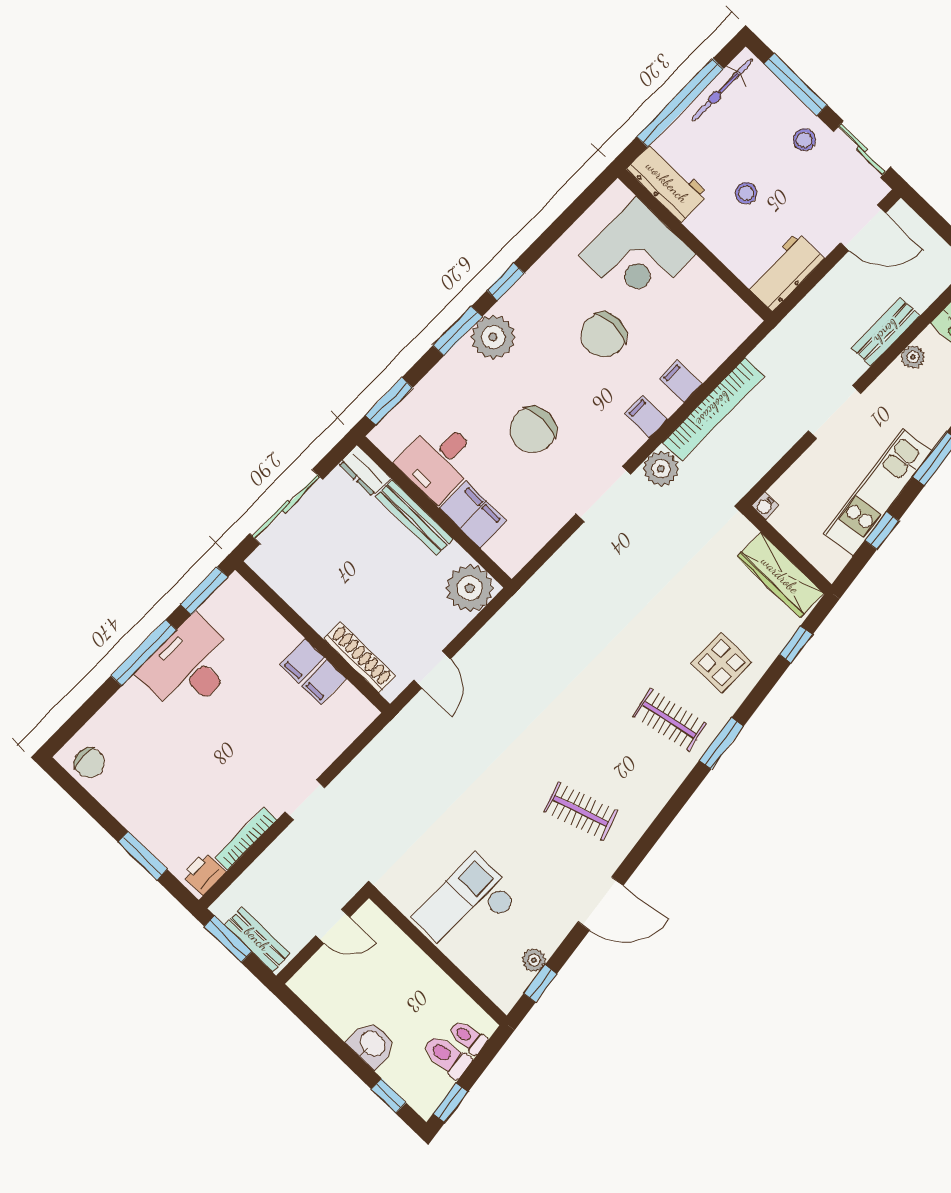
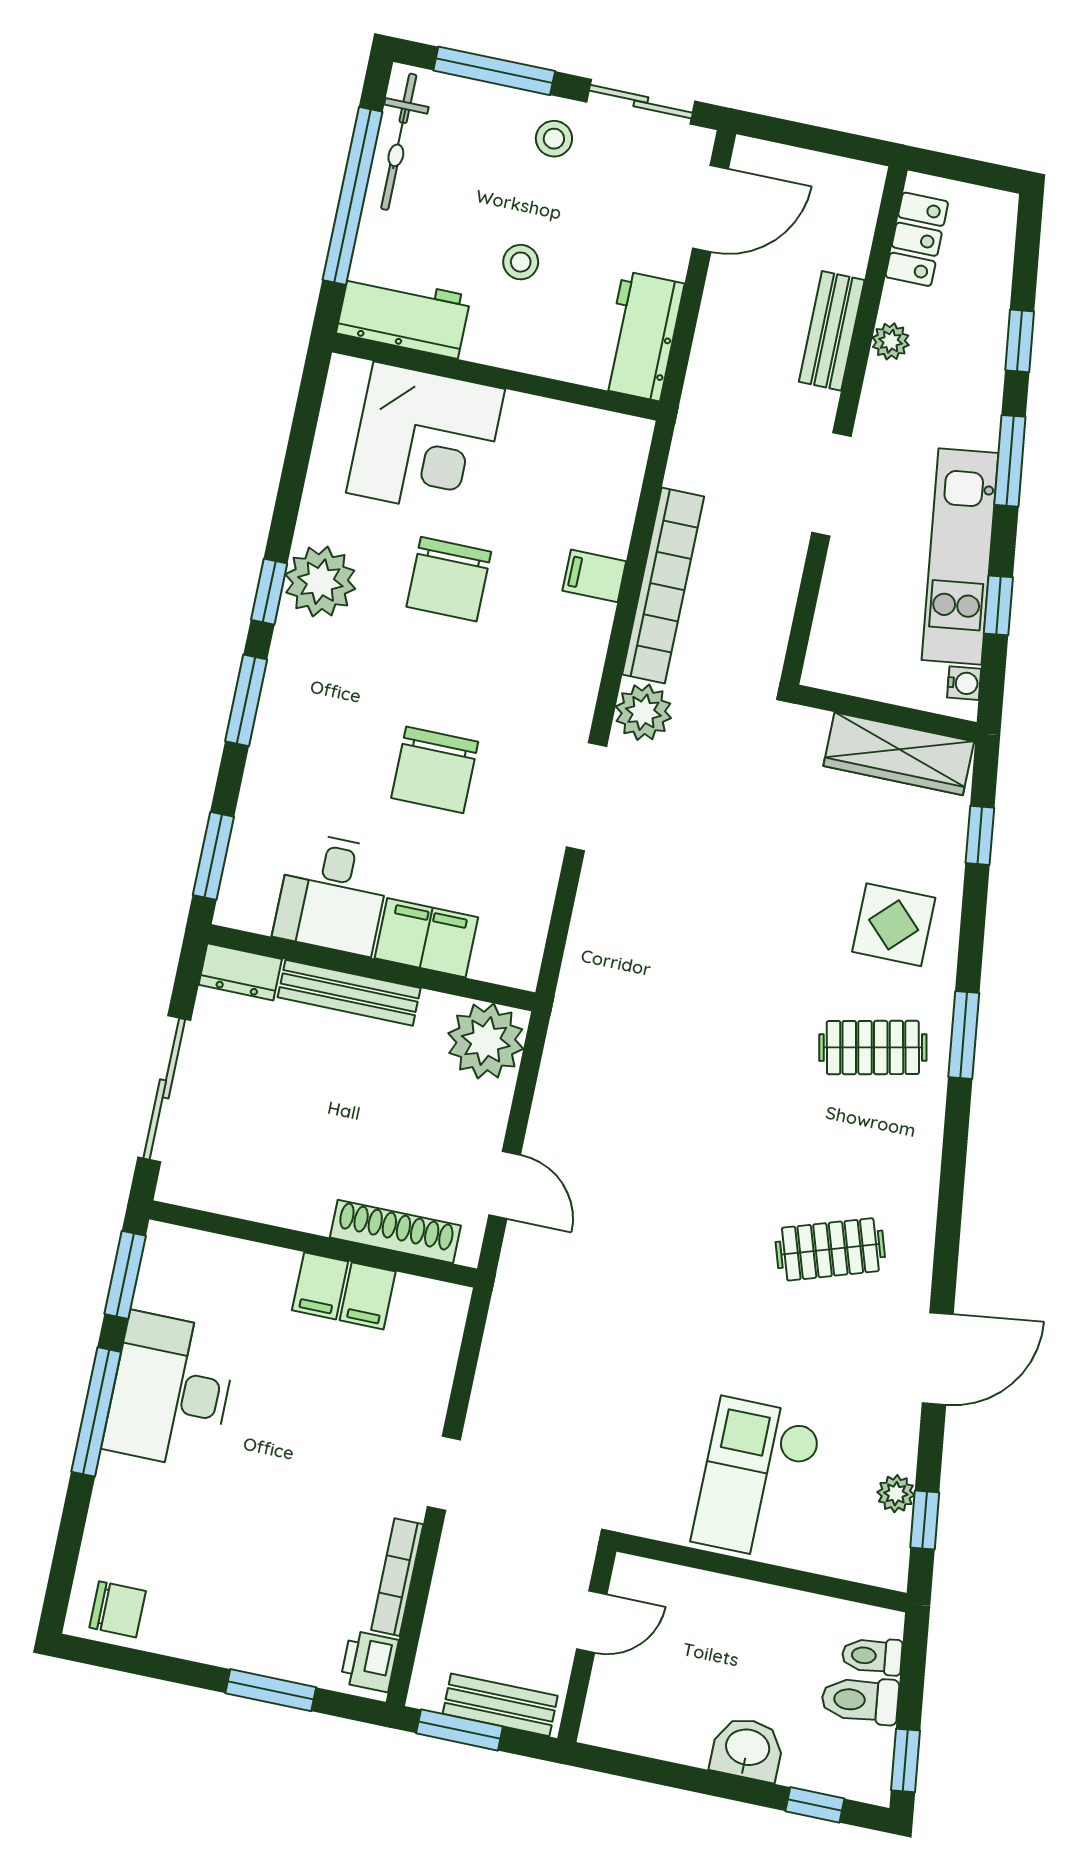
plant: (493, 337) -> (320, 582), moved
filing cabinet: (646, 417) -> (578, 654), removed
water cooler: (765, 506) -> (964, 683), moved, turned -97

